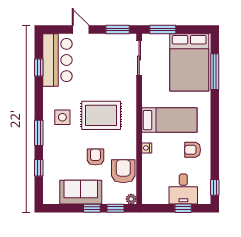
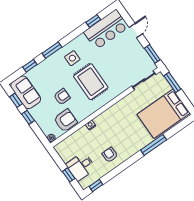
window: (215, 72) -> (154, 145), moved
bed: (169, 120) -> (118, 127), removed
sofa: (81, 192) -> (26, 92), moved
window: (116, 208) -> (16, 100), moved

